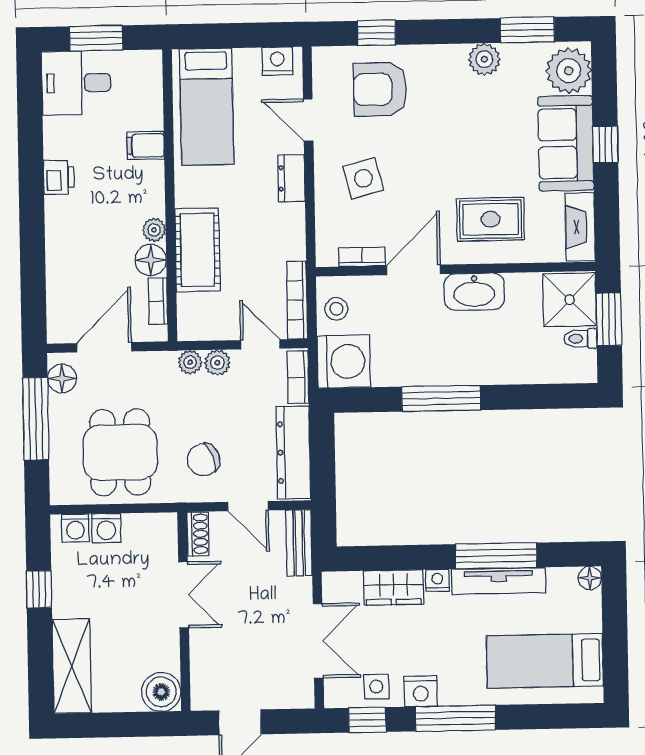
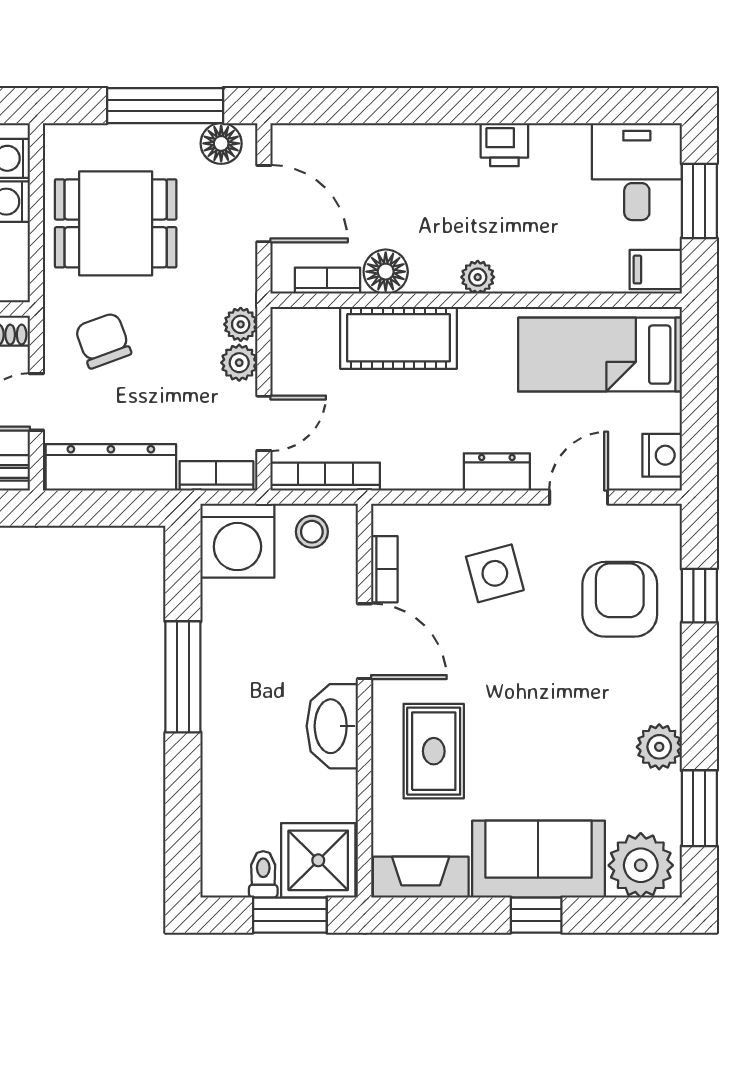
filing cabinet: (146, 145) -> (656, 270), moved, turned -90
plant: (154, 230) -> (478, 277), moved

